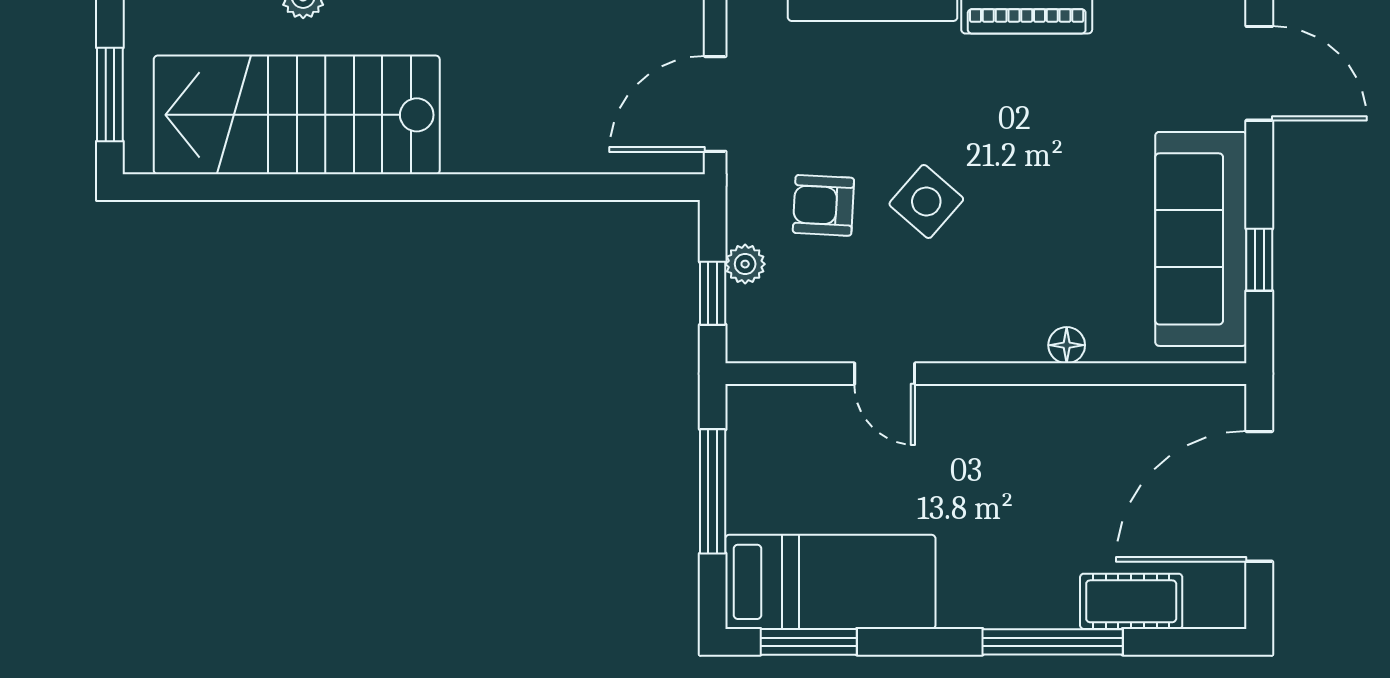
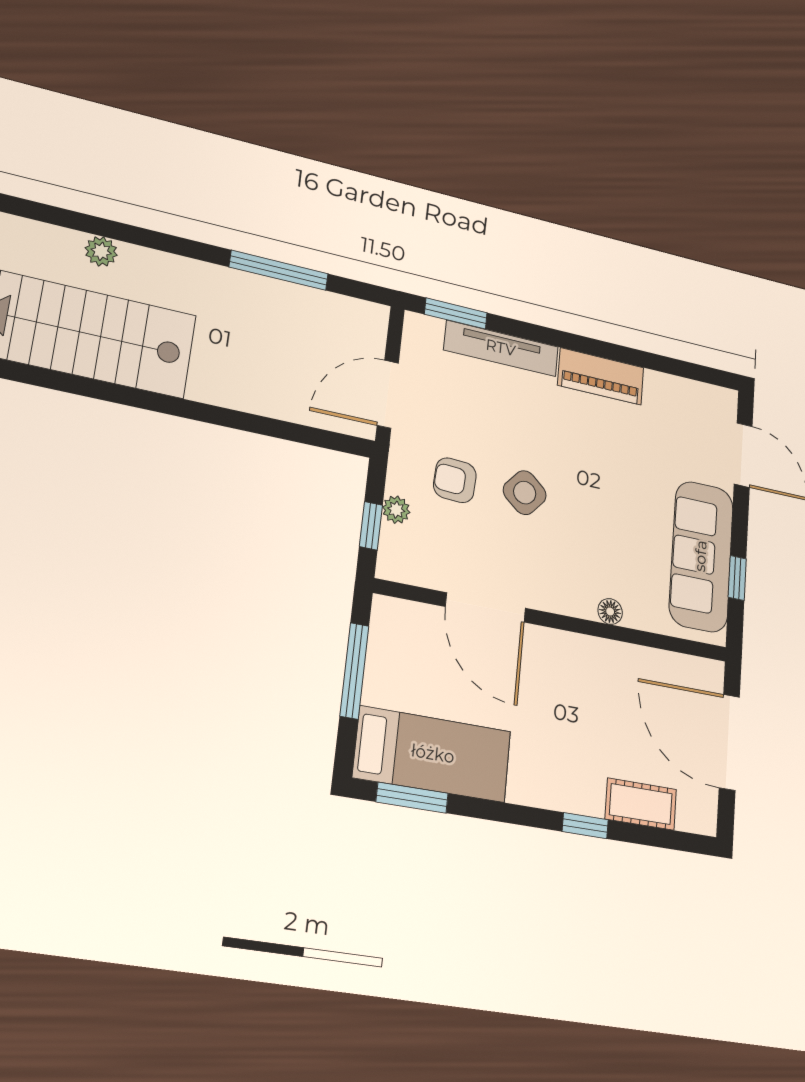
door: (885, 374) -> (486, 607), width x1.88
door: (1259, 496) -> (729, 742), hinge flipped
window: (1053, 642) -> (585, 826), width x0.46

